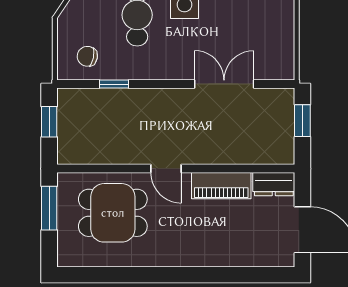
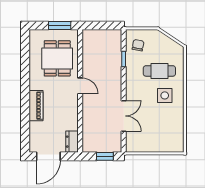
window: (49, 122) -> (104, 25), removed
door: (166, 169) -> (80, 86), swing flipped
piano: (221, 186) -> (36, 106), moved, turned 180

